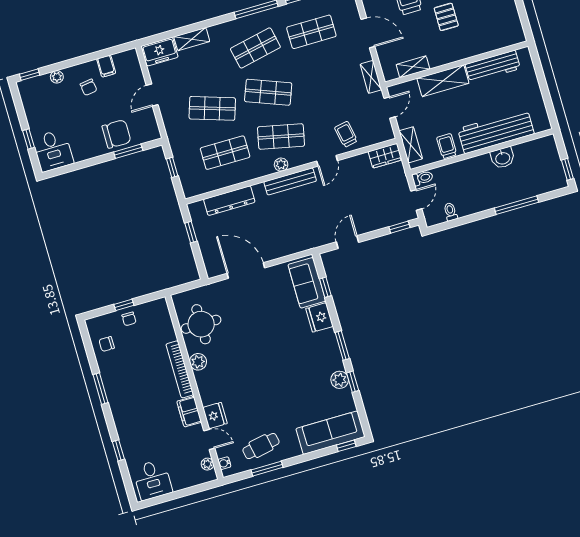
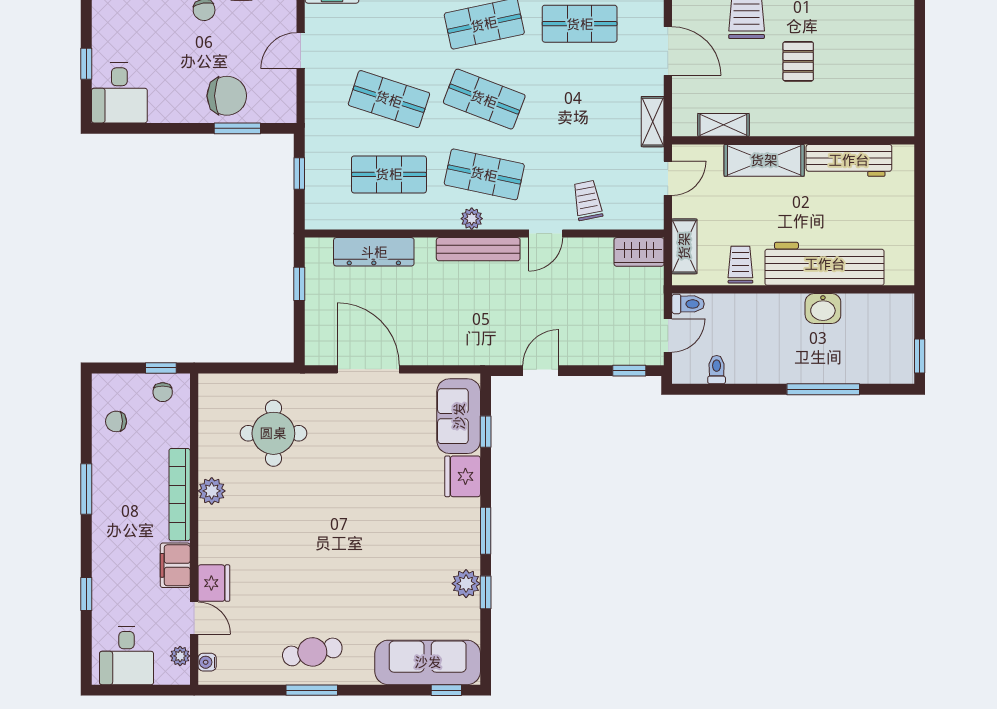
plant: (198, 362) -> (212, 491), moved
bookcase: (180, 369) -> (180, 495), moved
wall: (194, 387) -> (194, 529), moved
filing cabinet: (189, 412) -> (175, 565), moved
fridge: (215, 416) -> (214, 583), moved
door: (209, 439) -> (194, 618), moved
water cooler: (224, 463) -> (207, 662), moved
plant: (207, 464) -> (180, 656), moved

